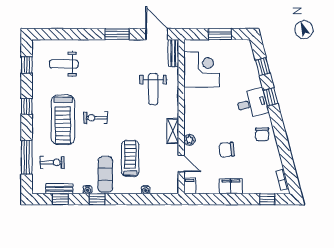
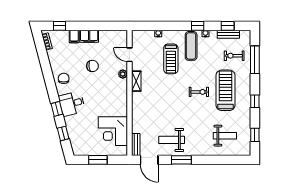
weight bench: (153, 89) -> (172, 140), moved, turned -90
filing cabinet: (190, 186) -> (74, 36), moved

